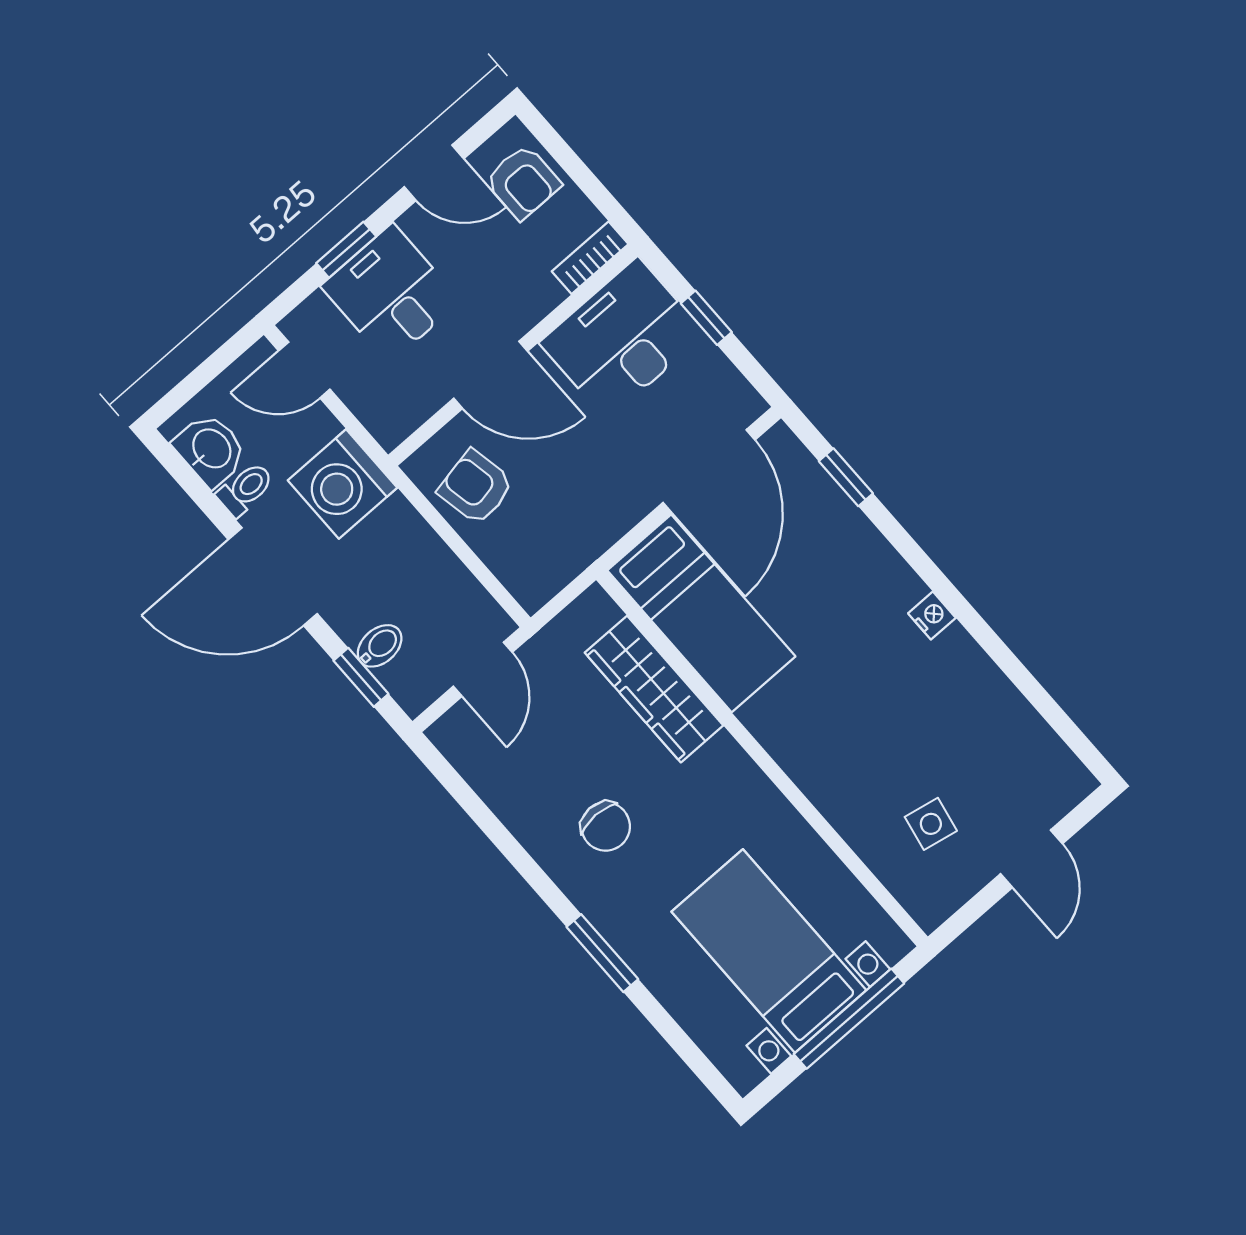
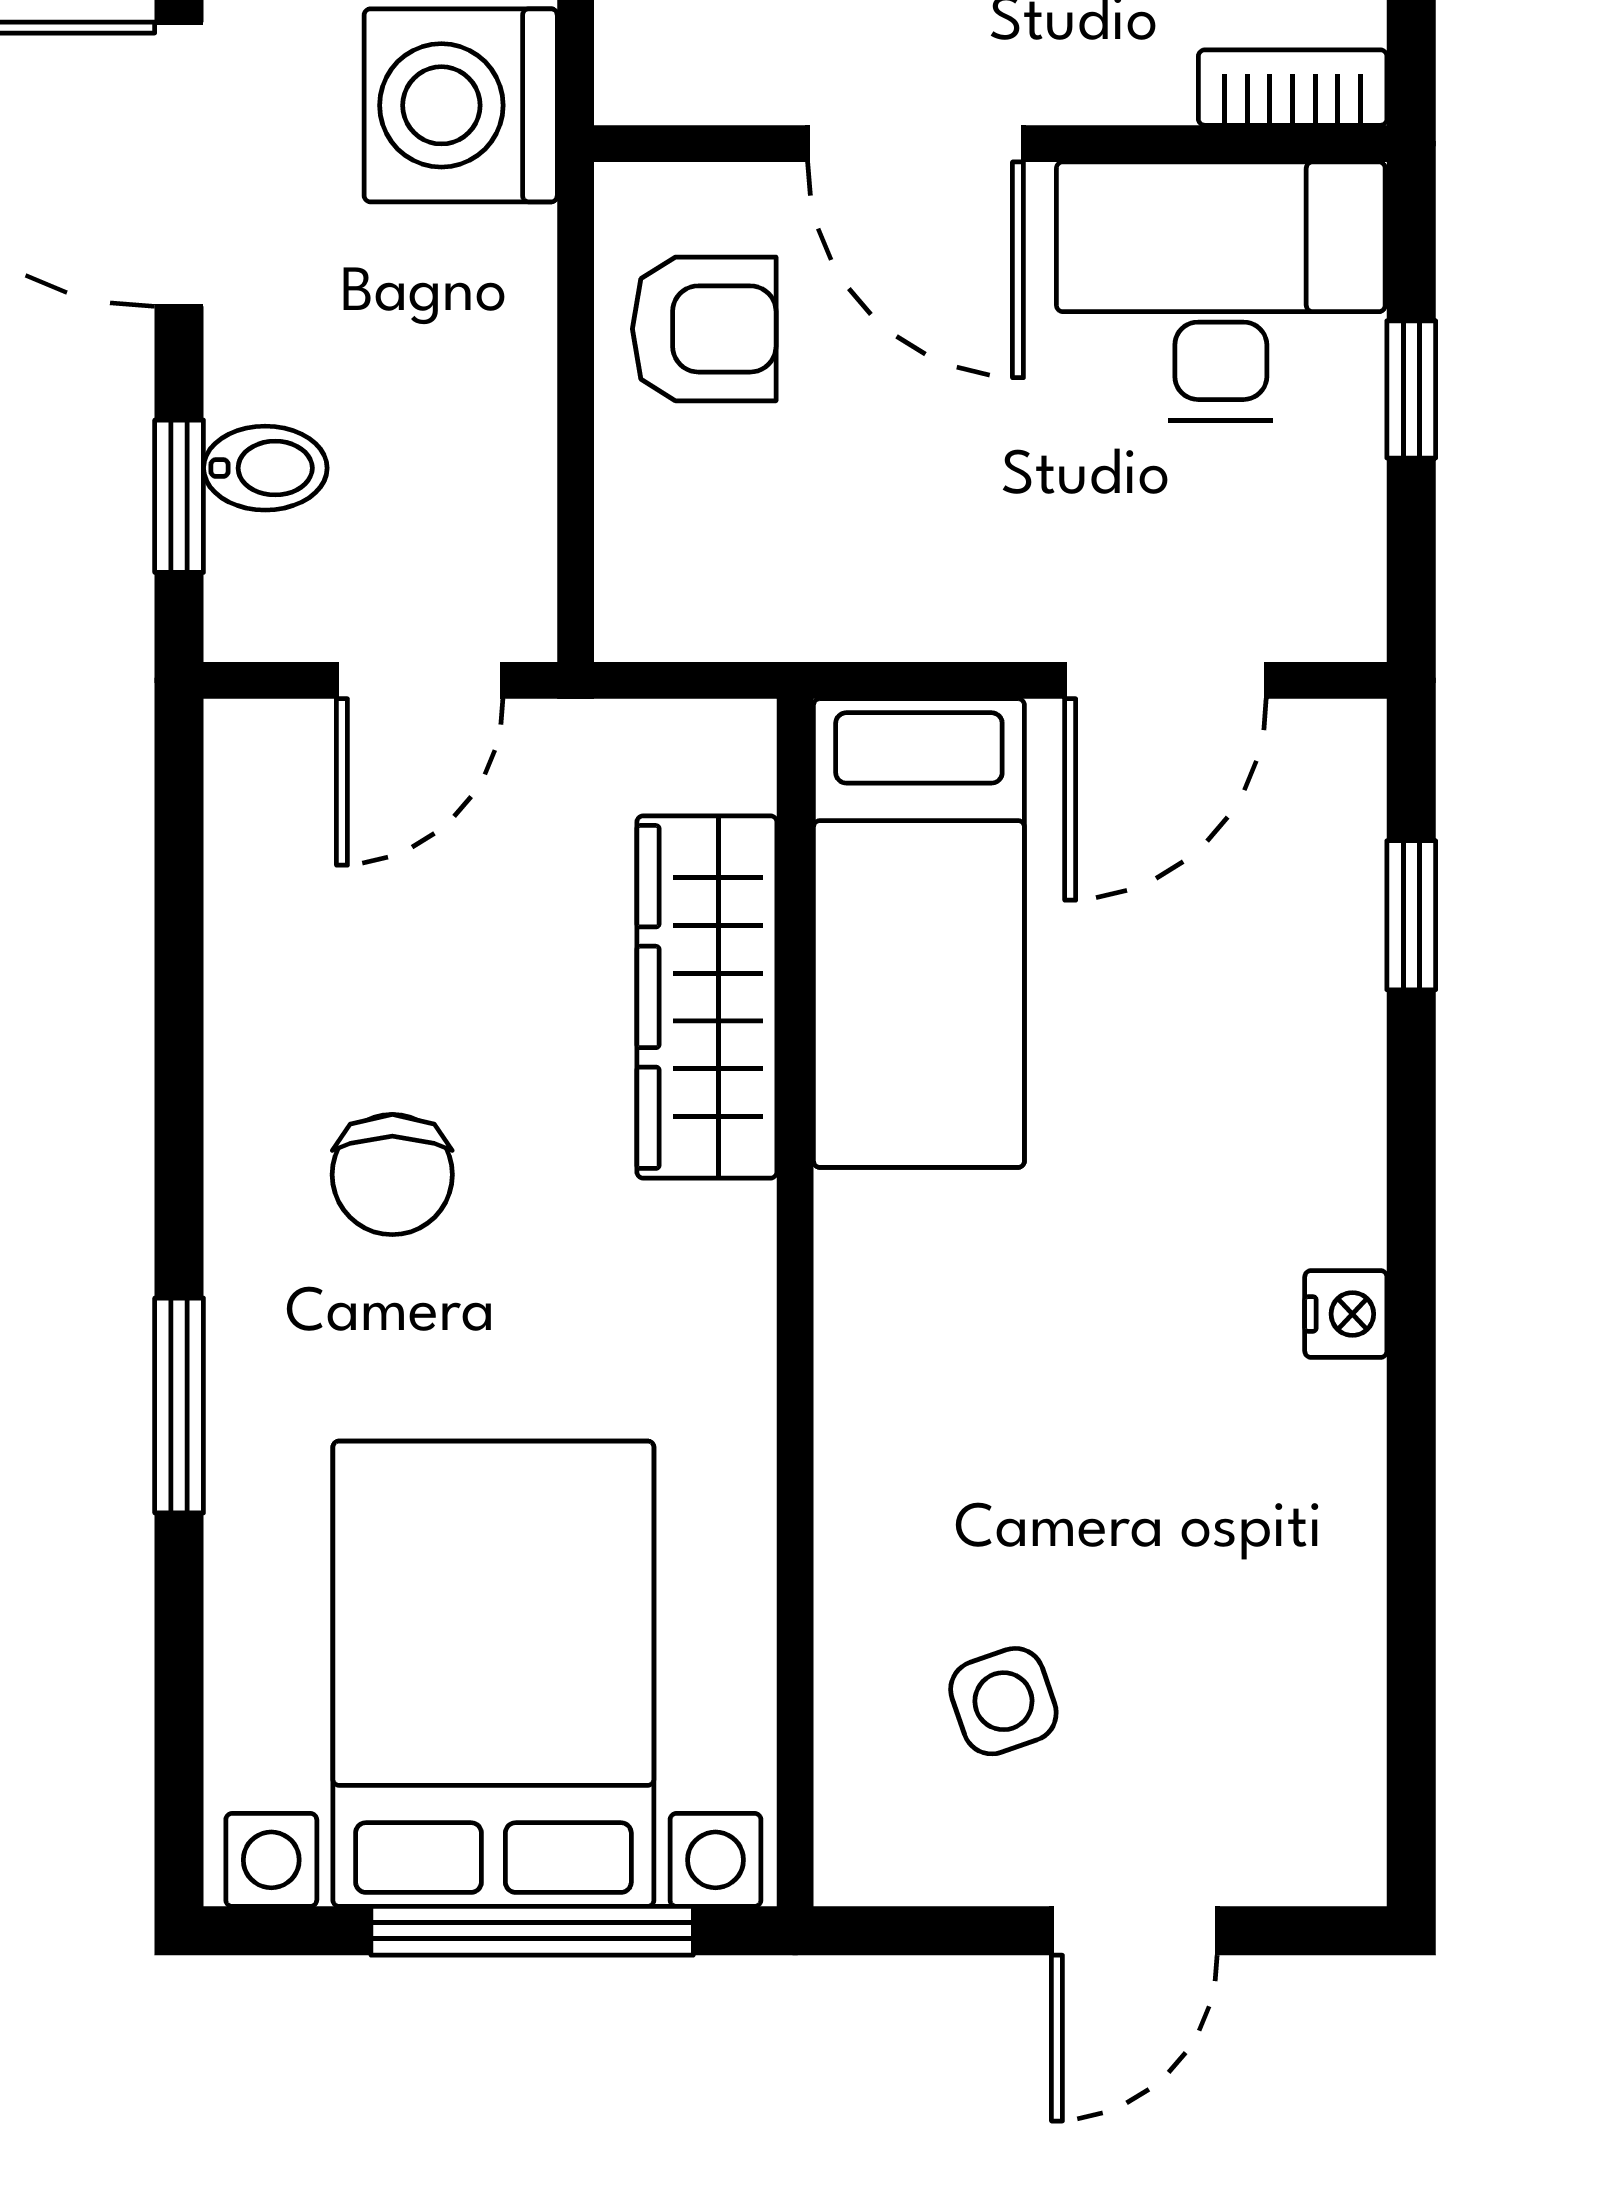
door: (709, 471) -> (1165, 680), width x0.73
armchair: (476, 487) -> (704, 329), turned 101
side table: (931, 824) -> (1003, 1701), turned -30
bed with nightstands: (769, 951) -> (493, 1674), width x1.36

